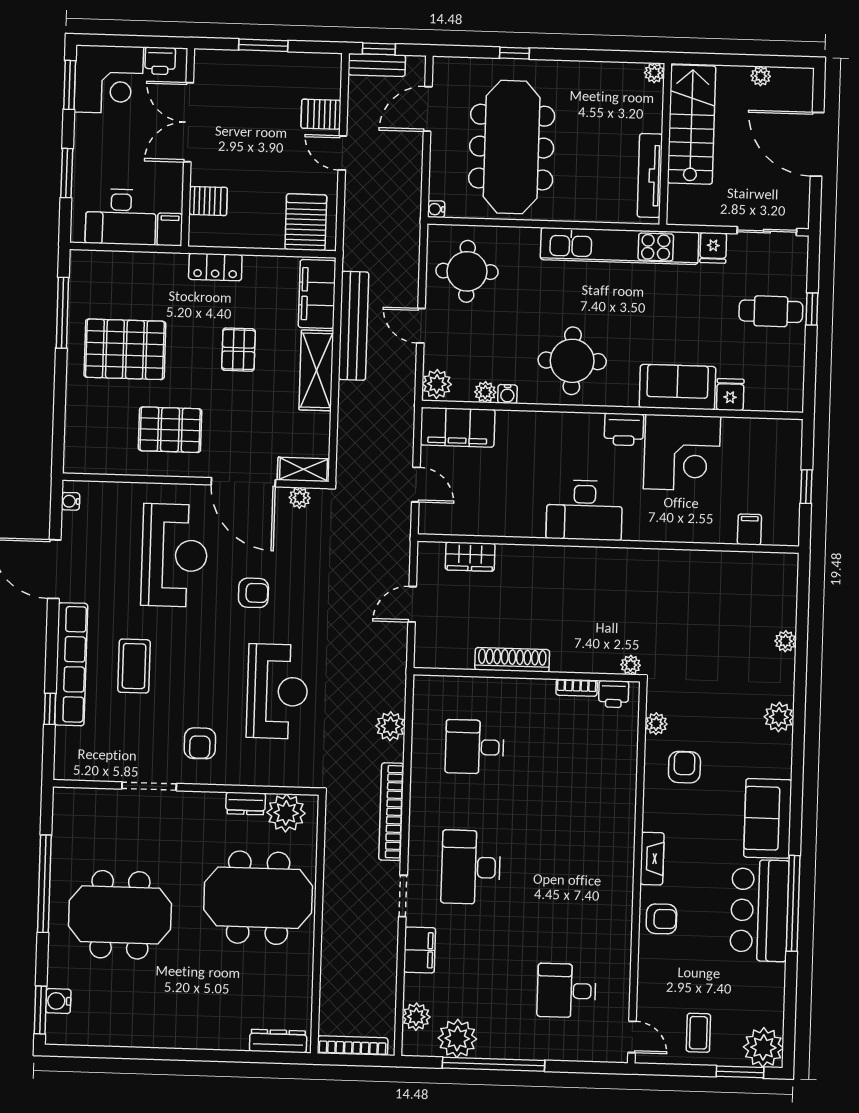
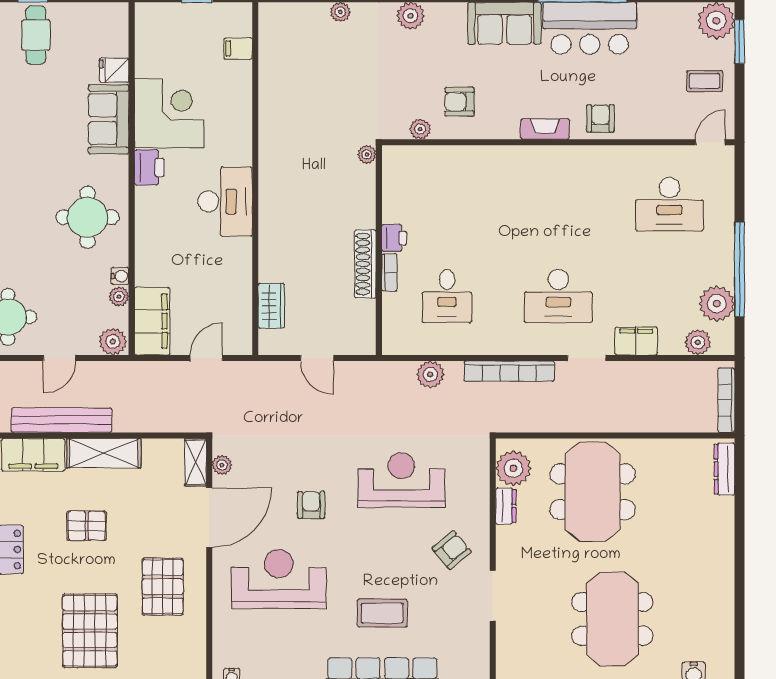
bookcase: (577, 688) -> (389, 272), moved
printer: (614, 694) -> (394, 238), moved
armchair: (200, 743) -> (452, 550), turned -40
desk: (567, 991) -> (669, 204), width x1.37

